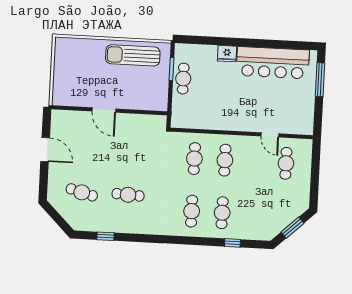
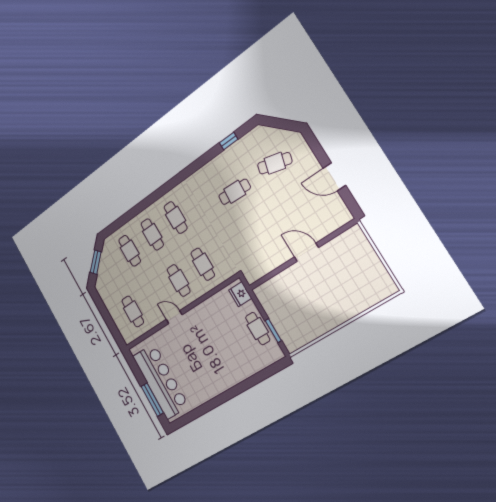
fridge: (227, 54) -> (240, 294), moved, turned -90
sun lounger: (133, 55) -> (315, 321), removed
bar counter: (273, 63) -> (161, 381), moved, turned 90
door: (270, 135) -> (174, 317), moved
cafe table: (253, 214) -> (130, 251), added
window: (232, 243) -> (129, 216), removed

